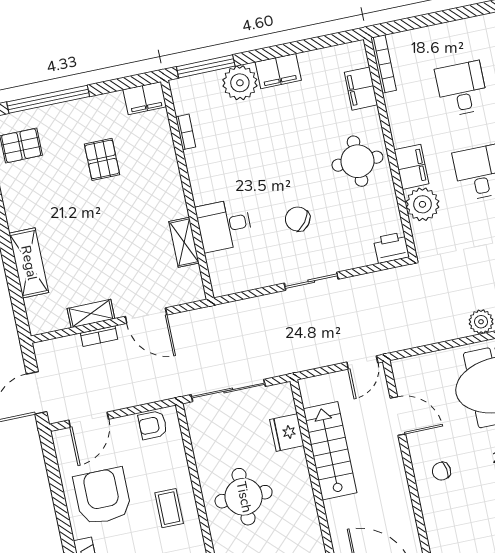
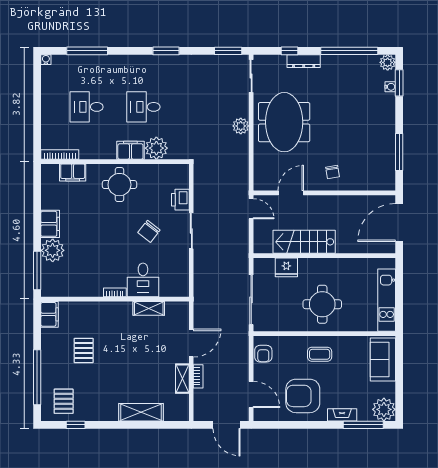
bookcase: (186, 132) -> (115, 292), moved
pallet: (102, 159) -> (84, 350), turned 90
printer: (391, 248) -> (180, 200), moved

